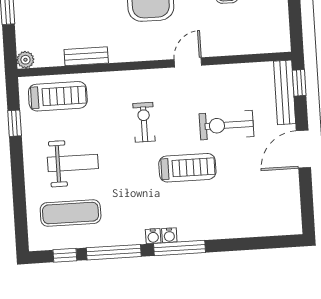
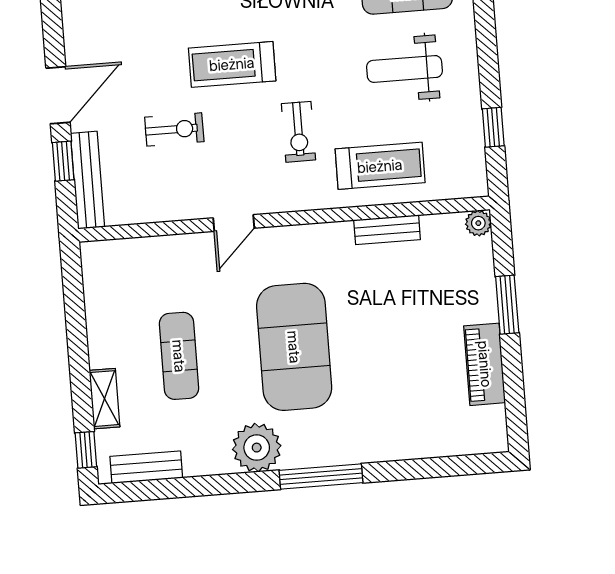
window: (299, 83) -> (63, 161), moved
treadmill: (58, 96) -> (380, 166), moved, turned 180
exercise bike: (226, 125) -> (174, 129), width x0.73, depth x0.72

